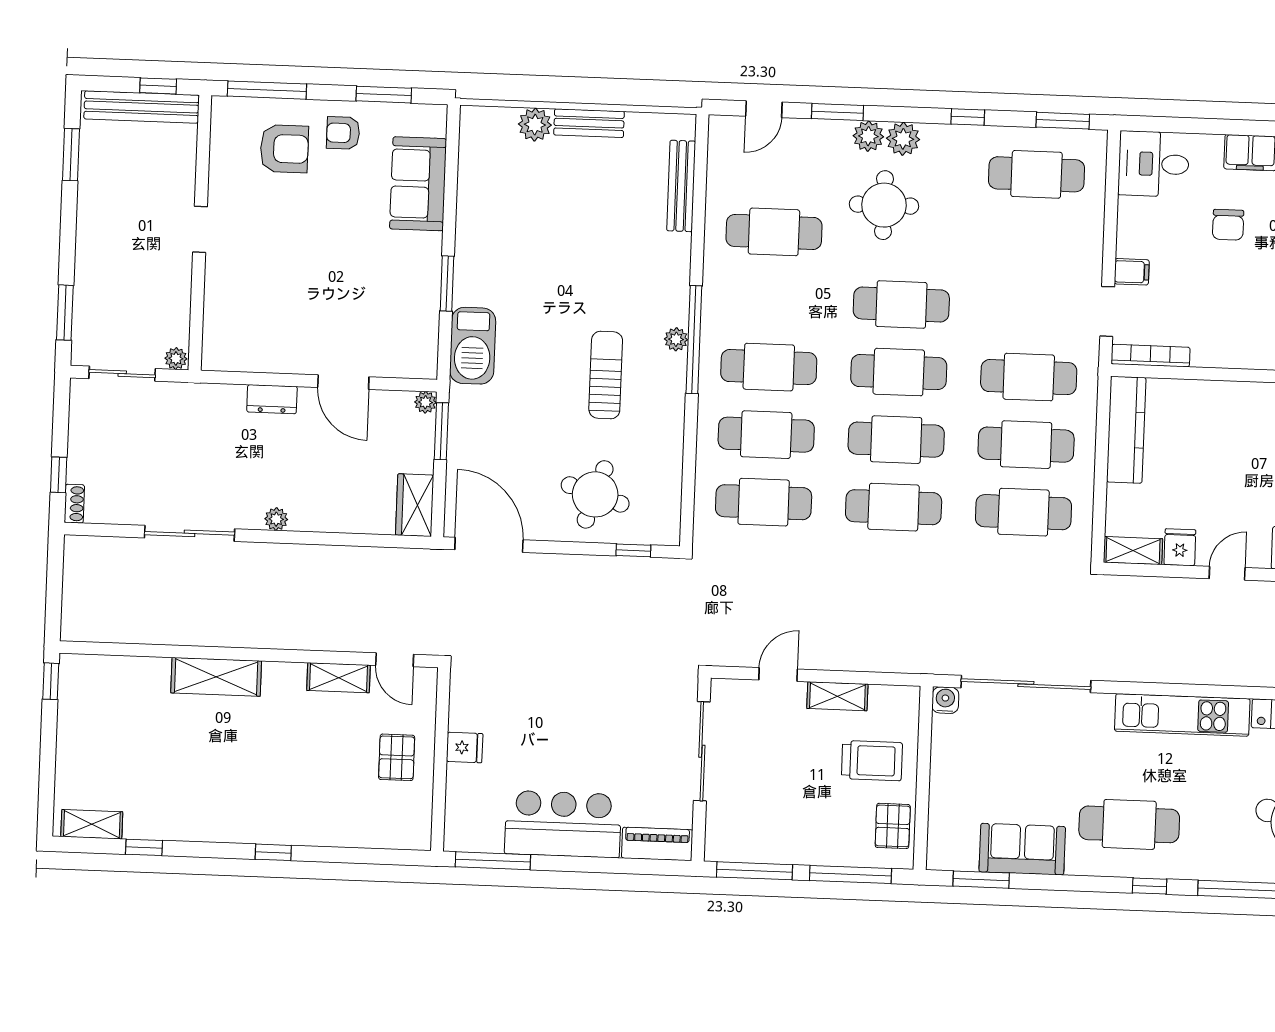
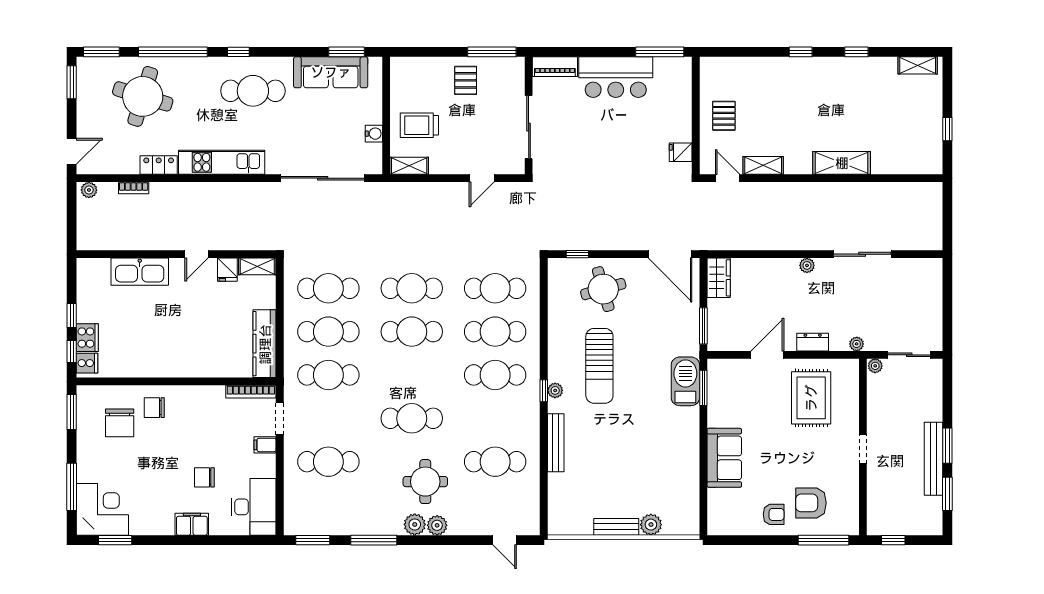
window: (384, 95) -> (749, 540), removed
bench: (142, 107) -> (934, 459), moved, turned 90
door: (764, 109) -> (505, 540), swing flipped
window: (838, 112) -> (457, 540), removed
window: (968, 117) -> (374, 540), width x2.17
desk: (1154, 164) -> (254, 507), width x1.37
cafe table: (1036, 174) -> (328, 462), moved
sofa: (418, 184) -> (724, 458), moved
bench: (681, 186) -> (556, 443), moved
chair: (1228, 225) -> (204, 477), turned -90
window: (447, 284) -> (703, 388), moved
rug: (278, 312) -> (811, 398), added
window: (65, 313) -> (947, 446), moved
window: (694, 340) -> (544, 391), width x0.32
cafe table: (899, 372) -> (412, 375), removed
sun lounger: (606, 375) -> (599, 366), width x1.36, depth x1.34
door: (343, 382) -> (767, 355), hinge flipped
plant: (425, 402) -> (857, 344), moved
window: (59, 475) -> (947, 288), removed
round table: (595, 494) -> (603, 289), turned -34
shoe rack: (74, 504) -> (937, 270), removed
window: (51, 681) -> (947, 129), moved
shelving: (837, 696) -> (409, 166), moved
water cooler: (945, 700) -> (374, 134), moved, turned -90
fridge: (465, 748) -> (681, 152), moved
pallet: (893, 826) -> (466, 80), moved
window: (144, 847) -> (856, 52), moved
sofa: (1022, 849) -> (331, 72), width x1.36
window: (851, 875) -> (430, 52), removed

